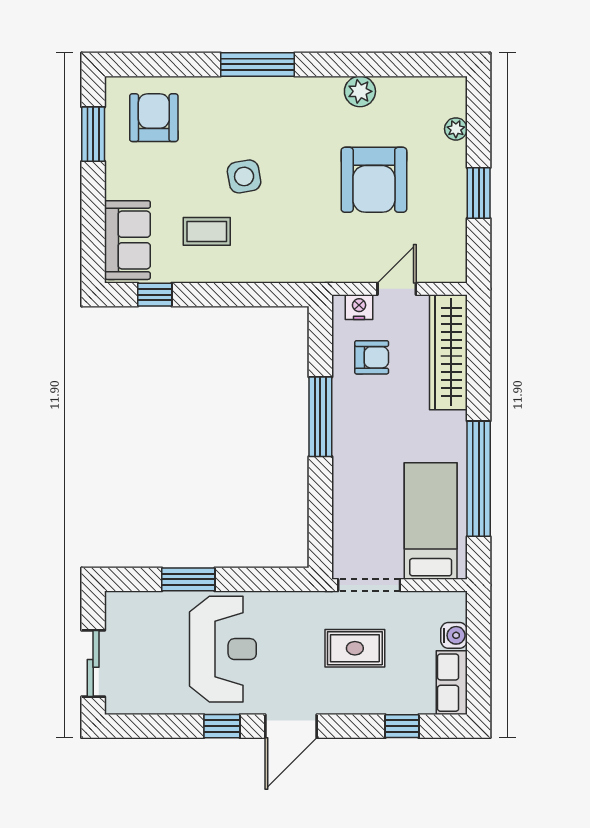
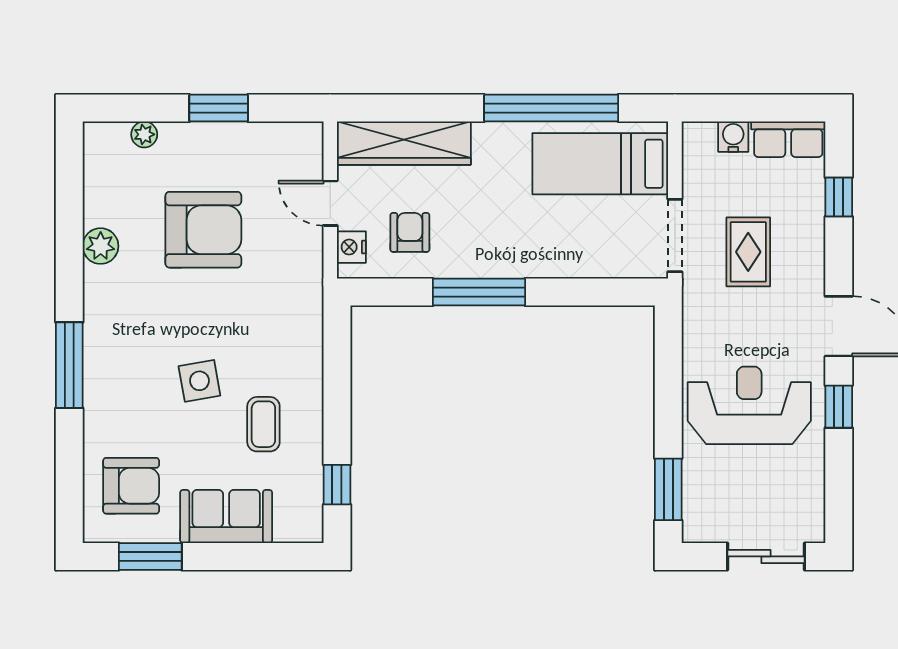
armchair: (154, 118) -> (131, 486), turned 180
sofa: (127, 240) -> (226, 516), moved
window: (188, 579) -> (668, 489), moved

